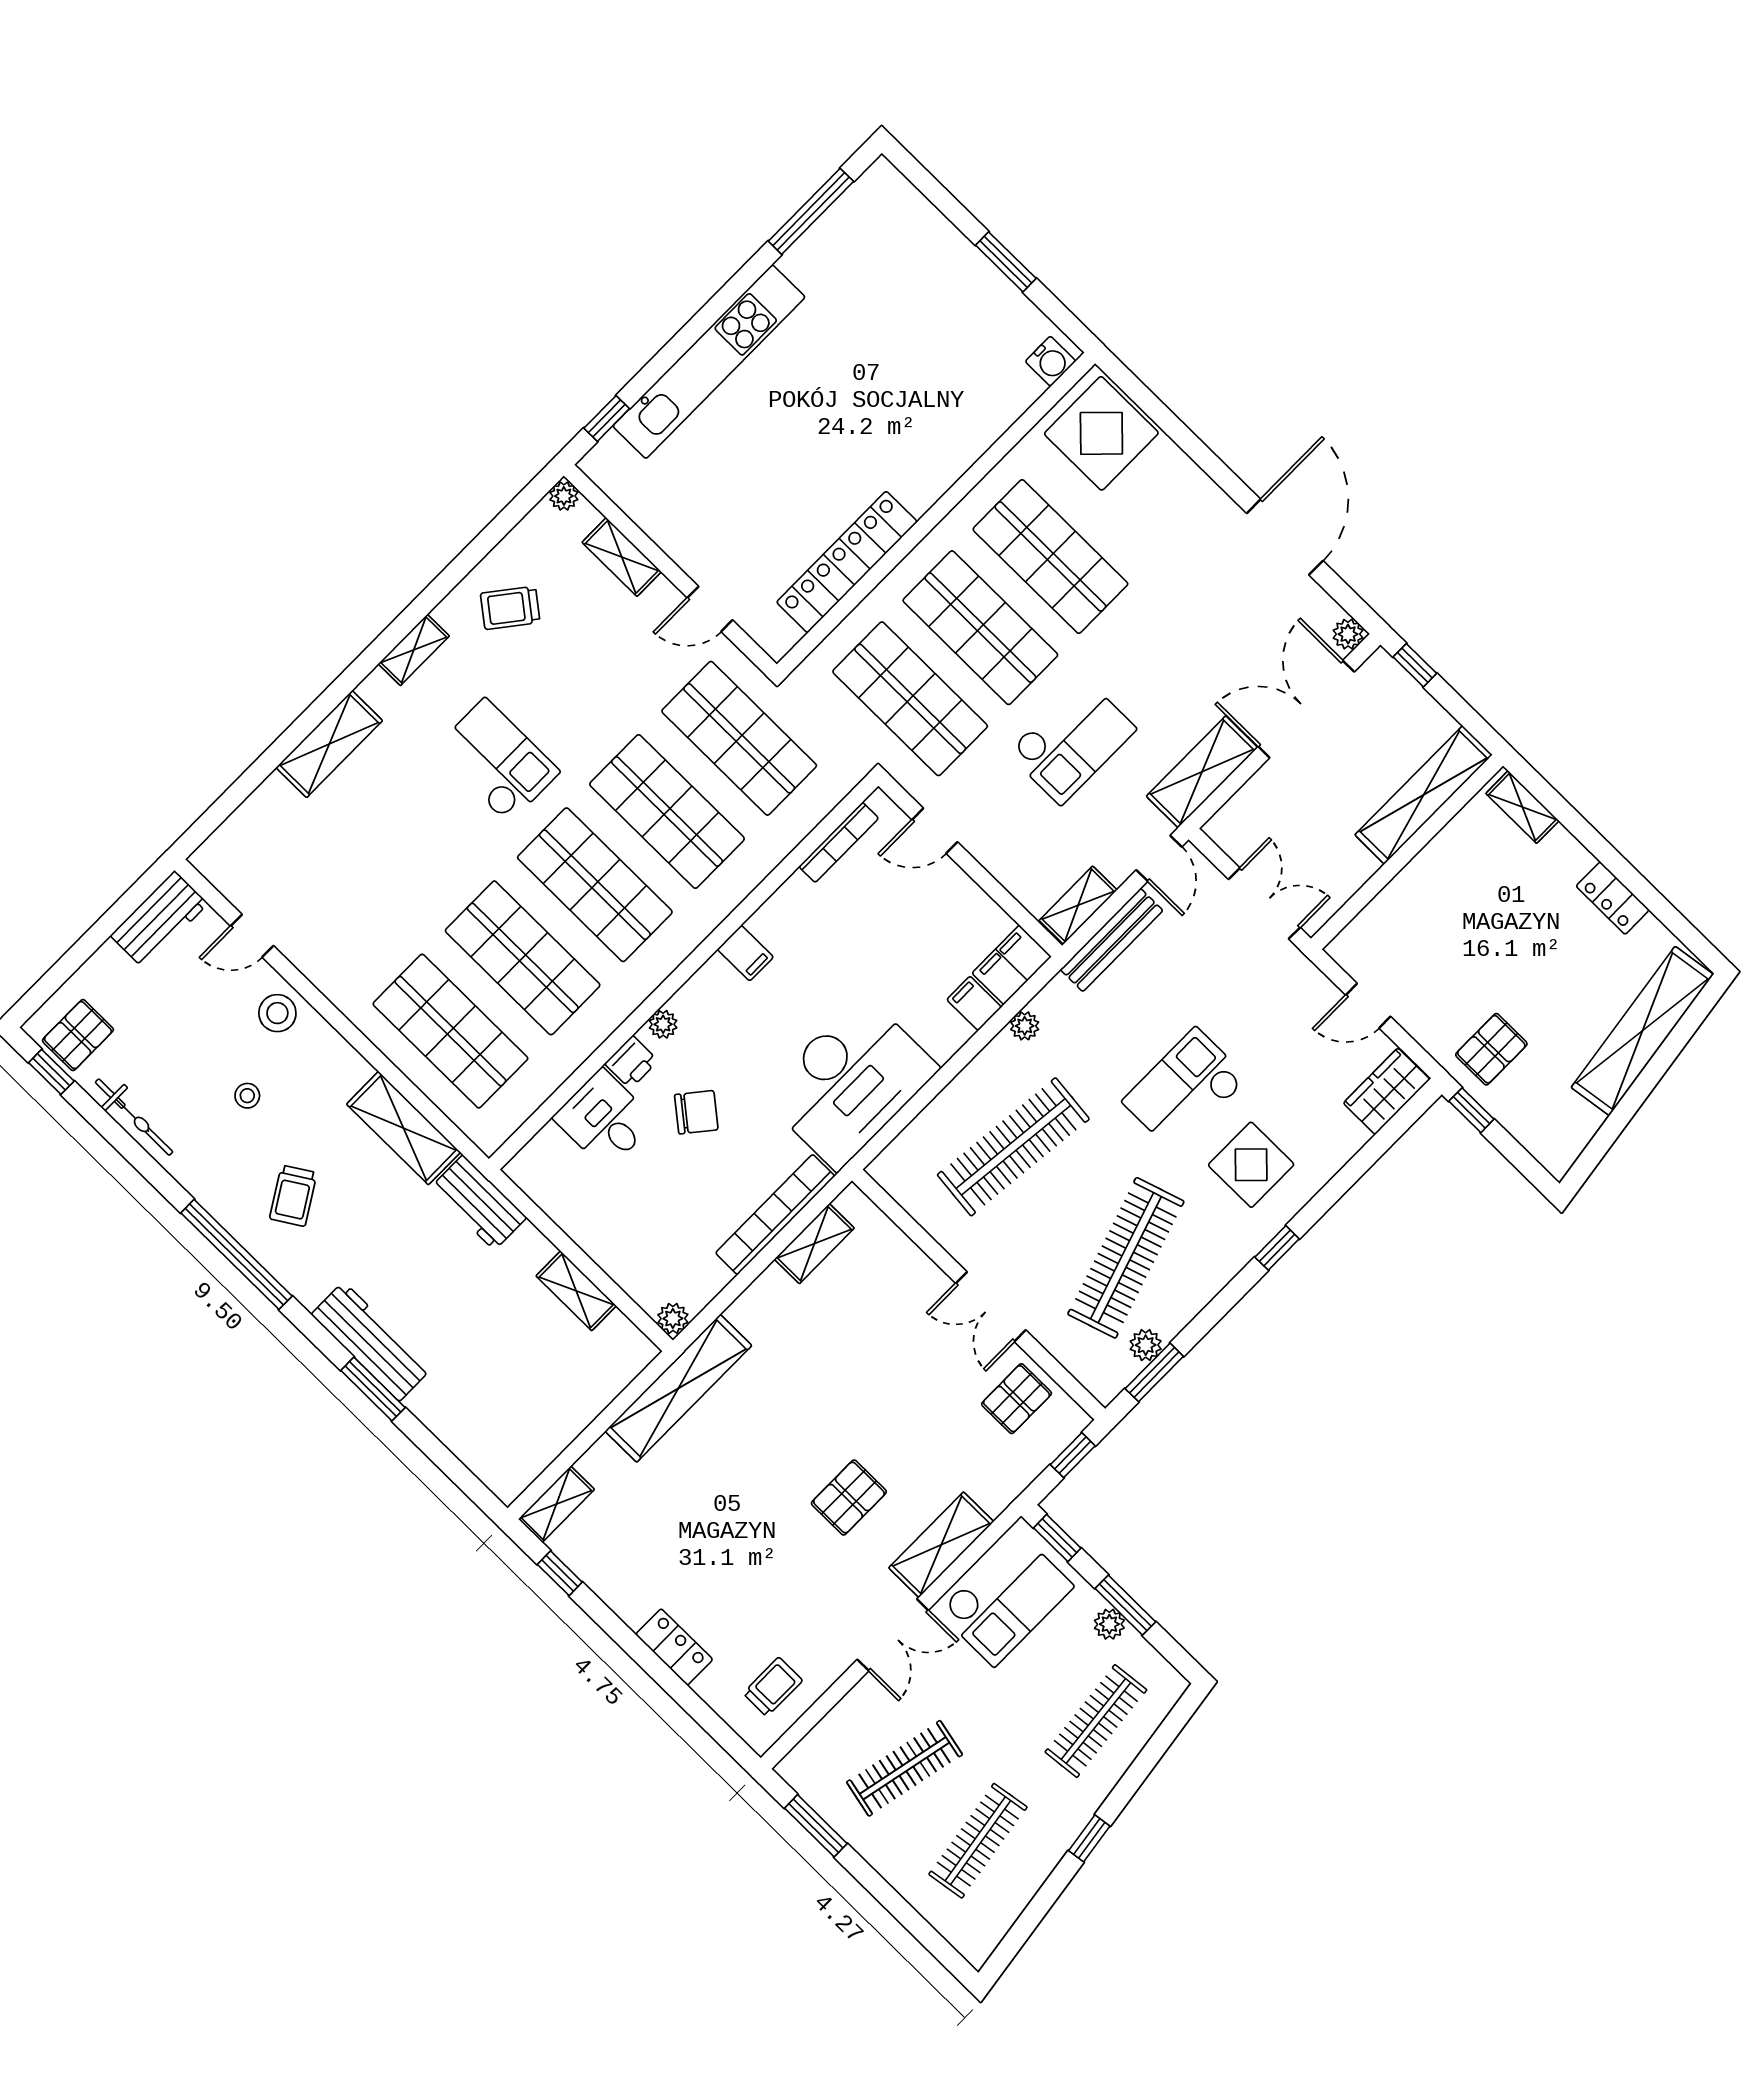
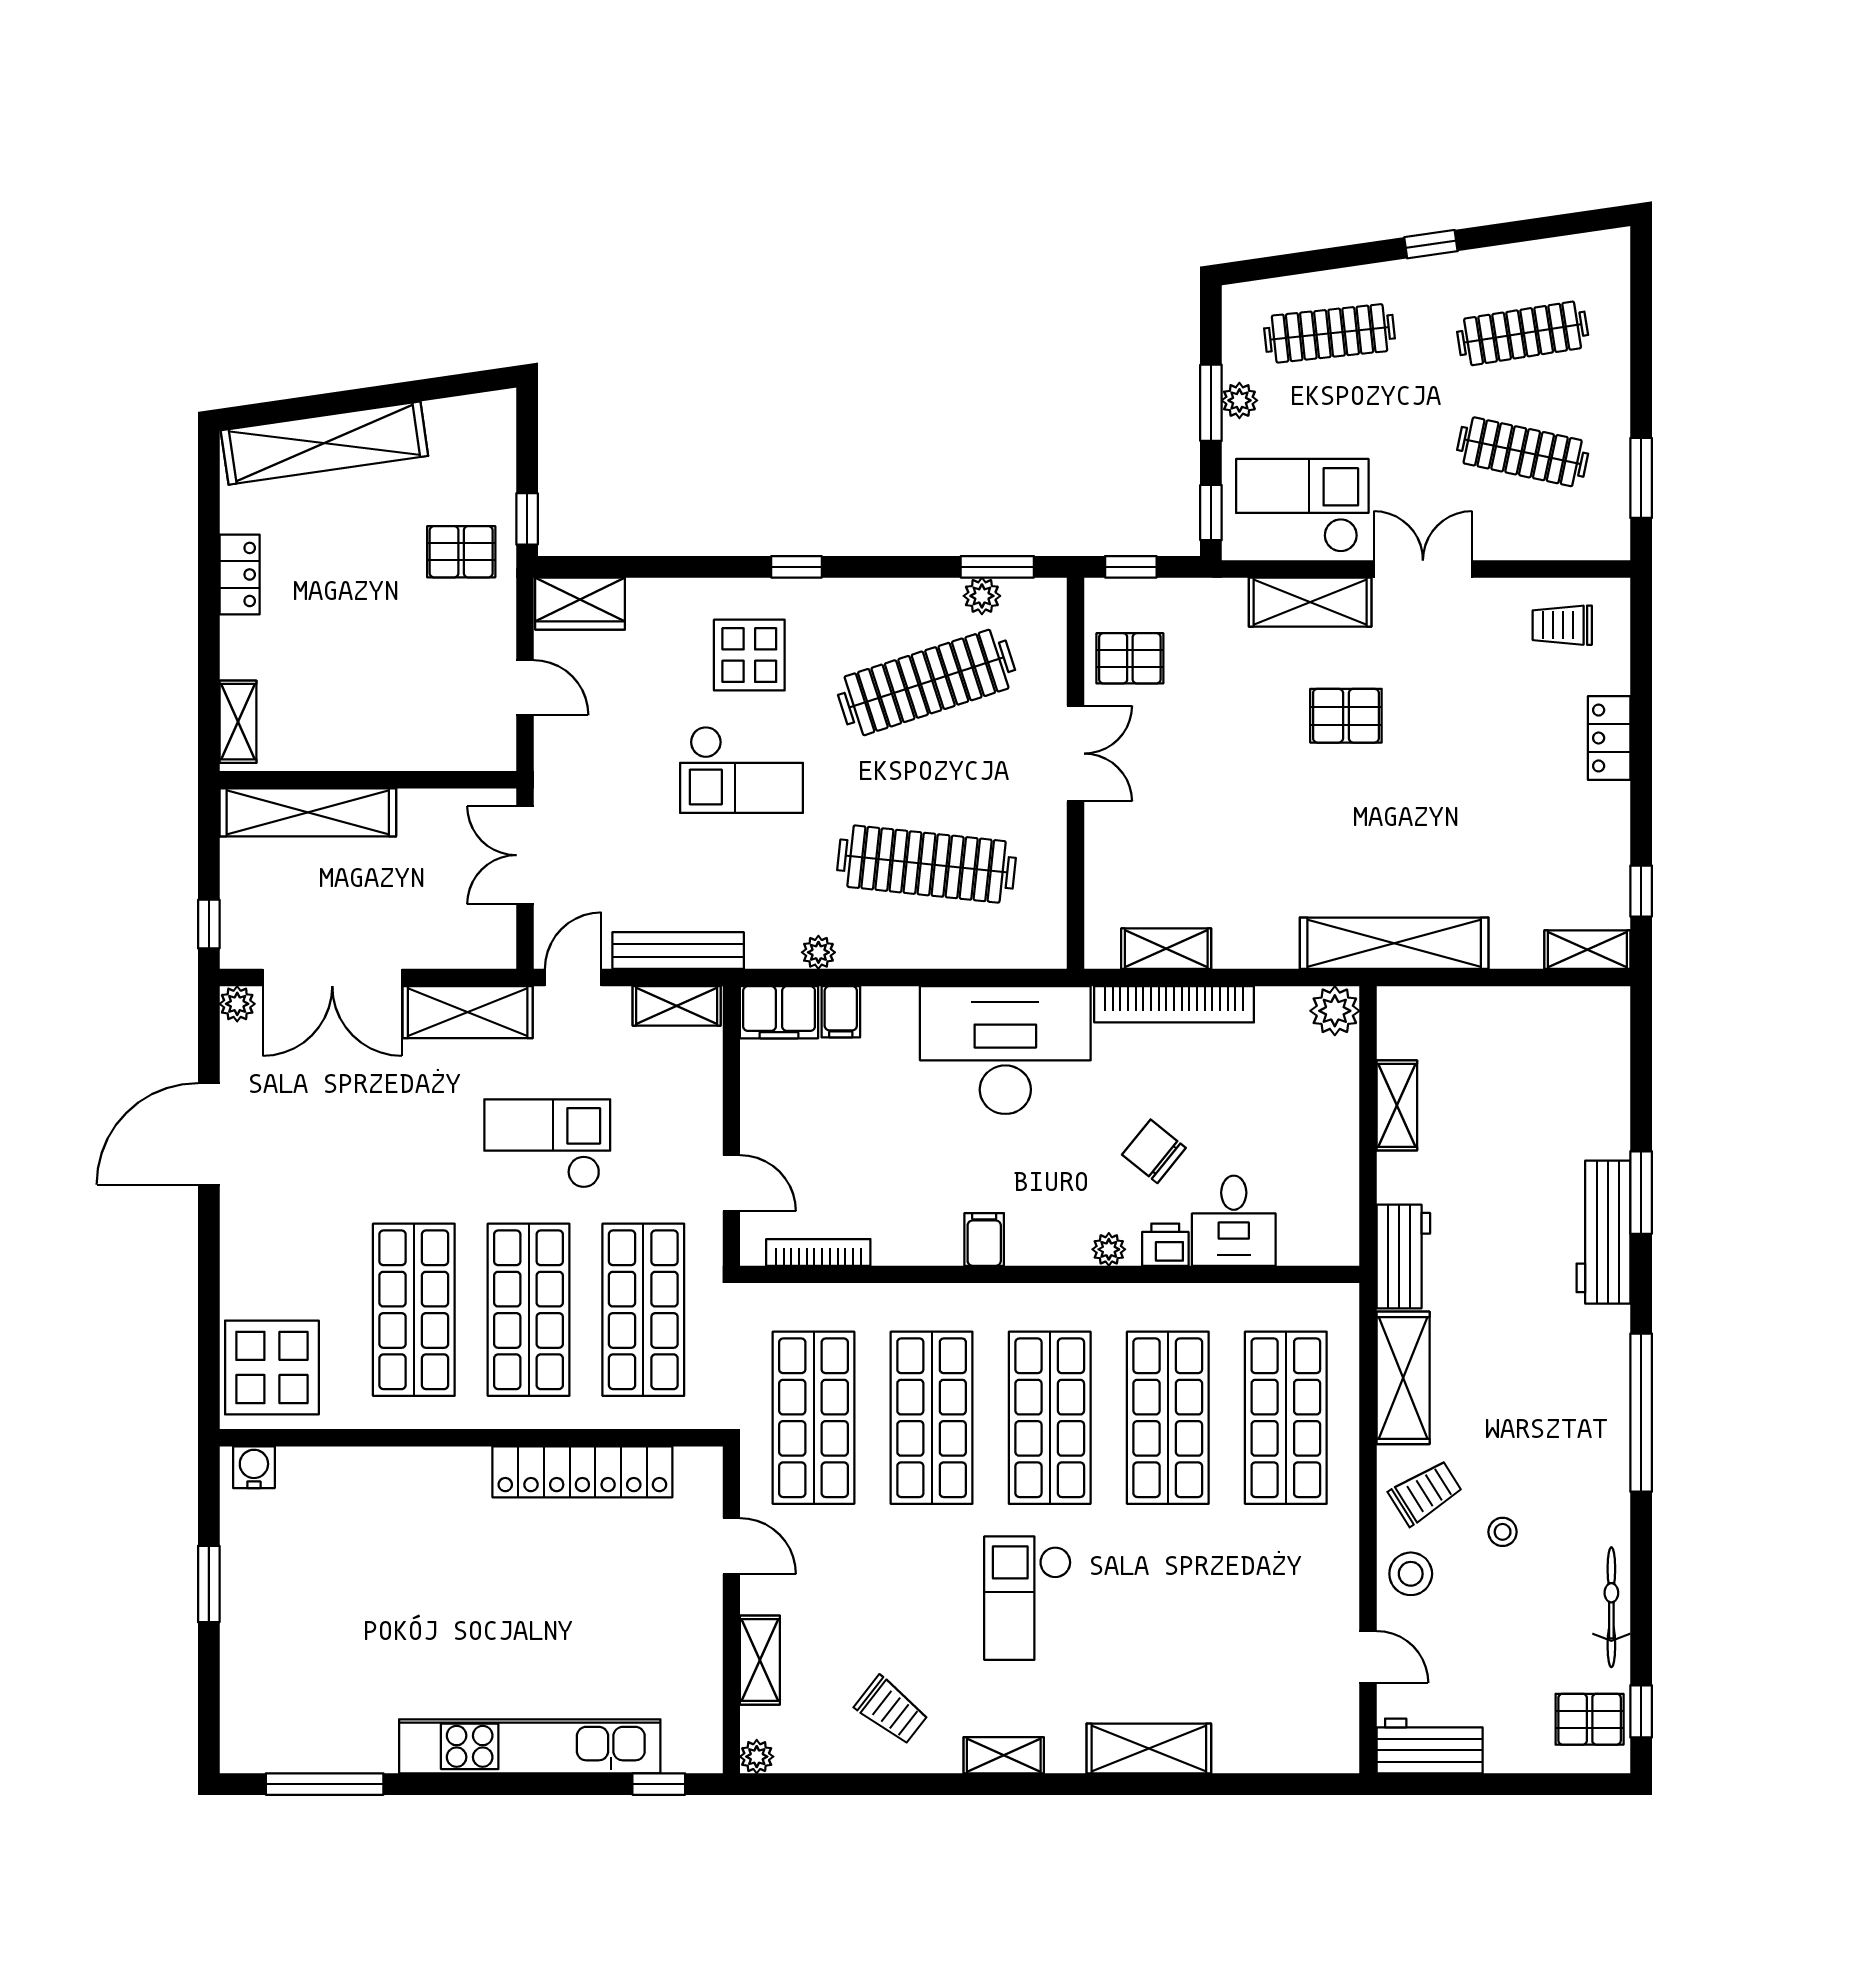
trolley: (293, 1196) -> (1425, 1493), moved
plant: (673, 1318) -> (1335, 1011), width x1.38, depth x1.38

